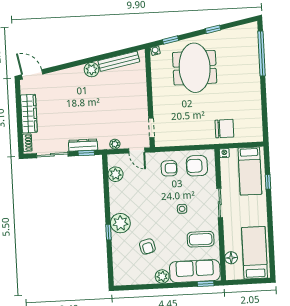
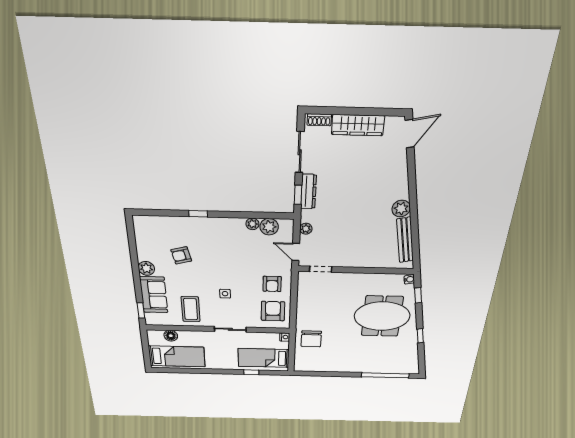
door: (137, 151) -> (296, 252), hinge flipped
plant: (120, 223) -> (252, 224), moved, width x0.53, depth x0.53
sofa: (195, 271) -> (154, 295), width x0.73

